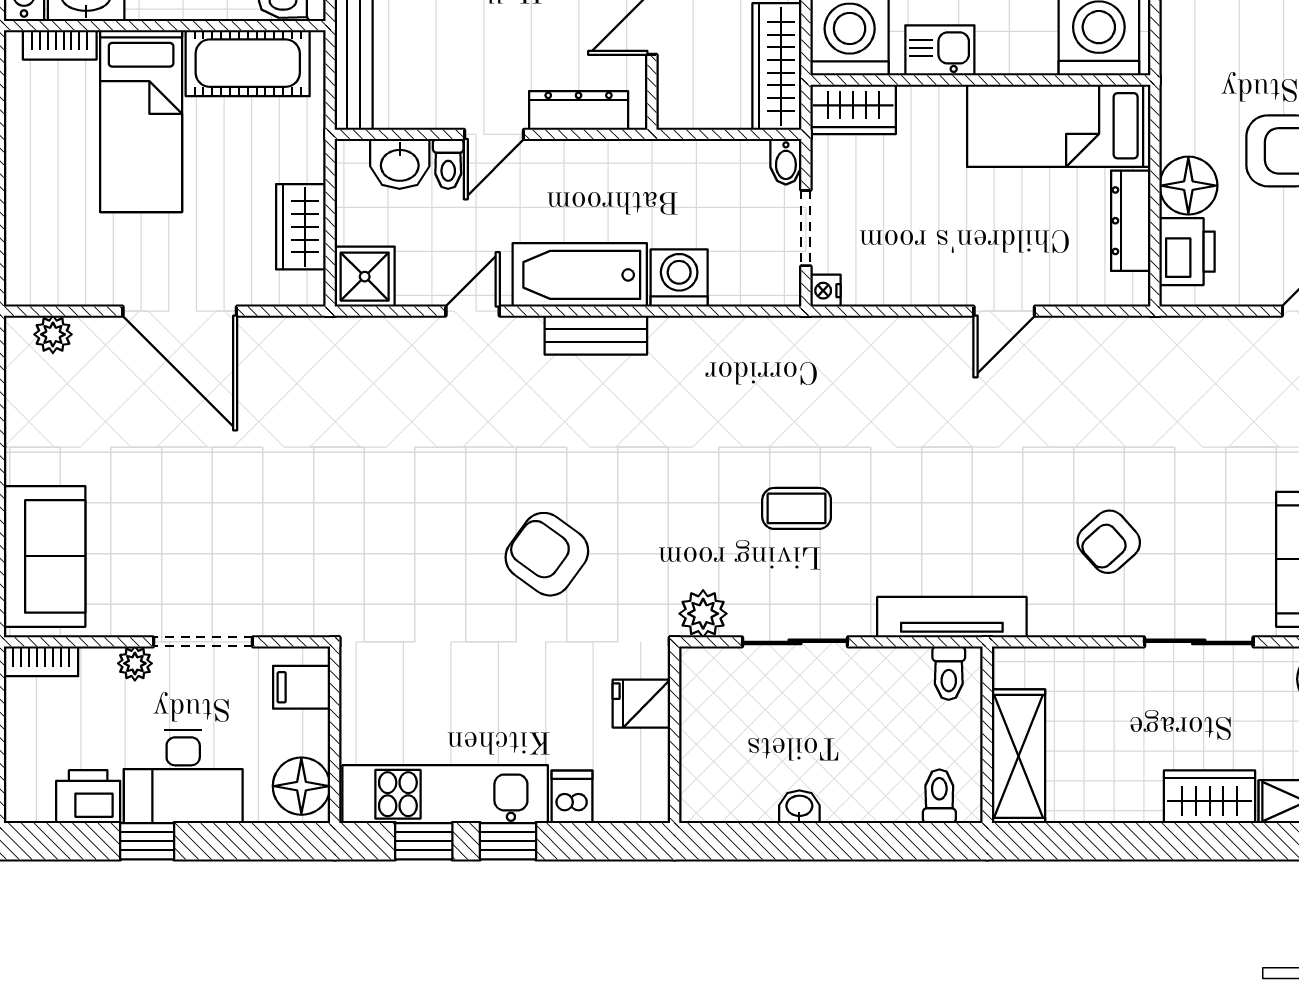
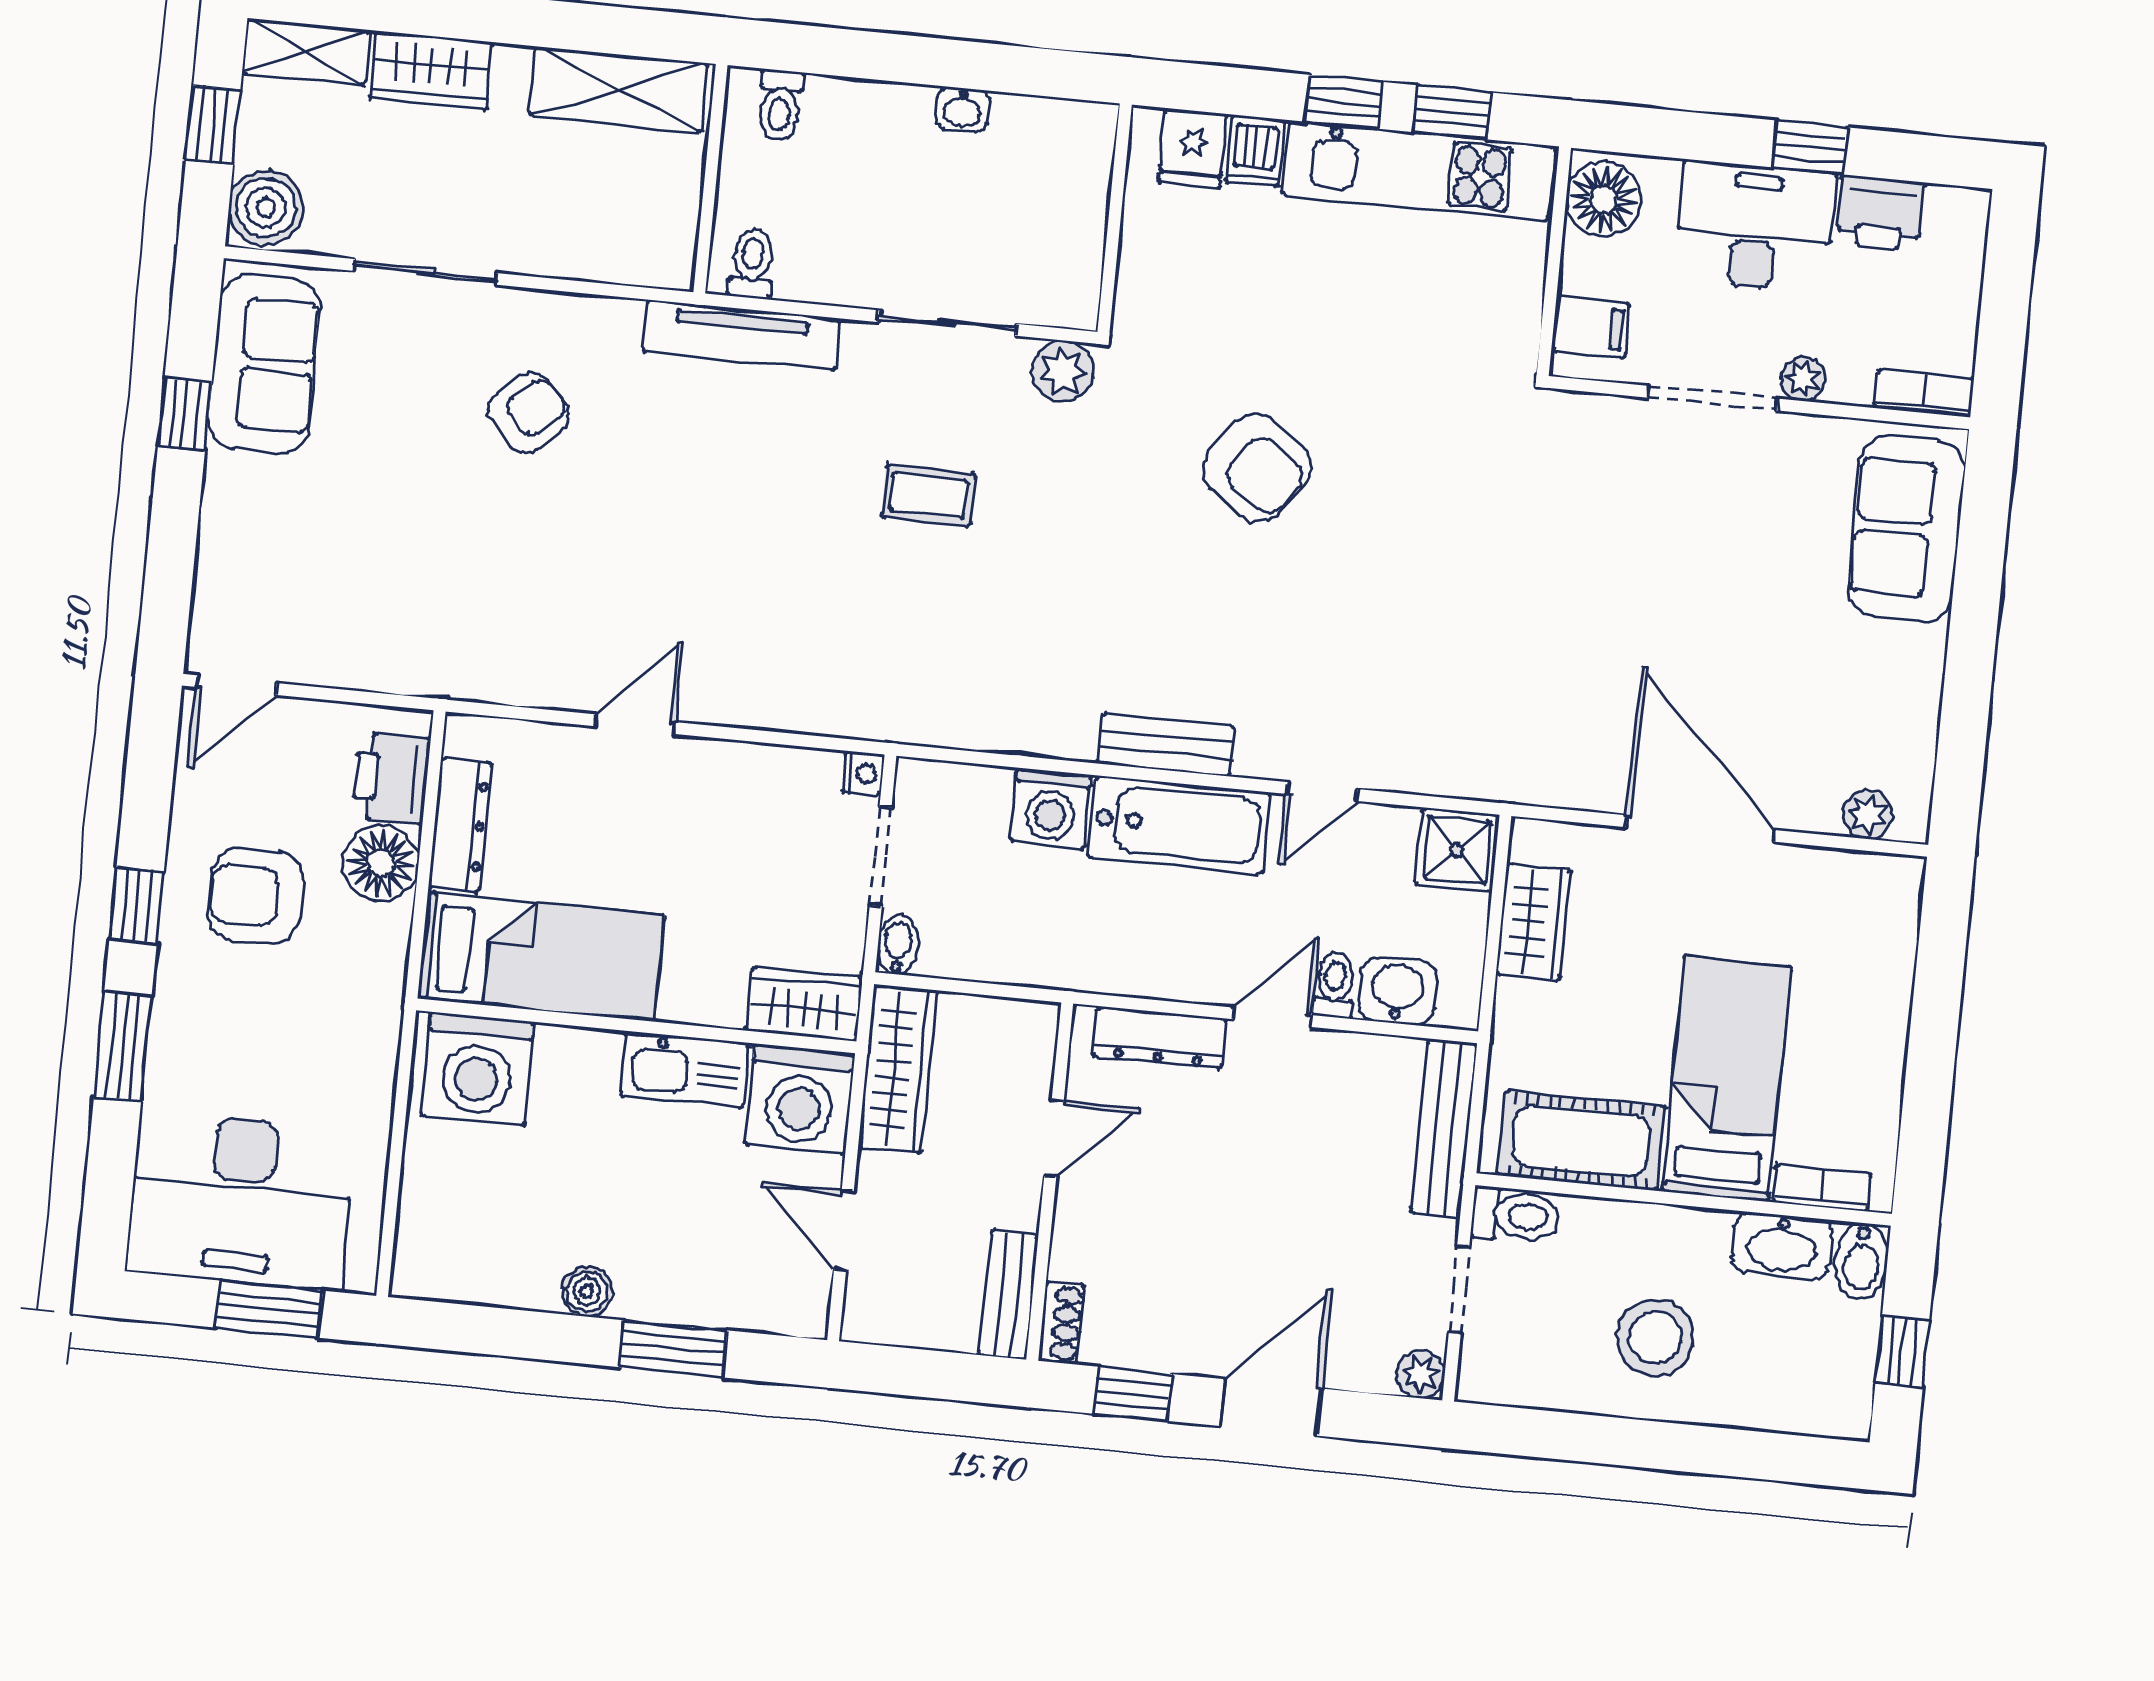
kitchen sink: (940, 50) -> (685, 1069), width x1.38
fridge: (641, 704) -> (1193, 148), moved, turned 90
shelving: (1018, 756) -> (619, 89), moved, turned 90

